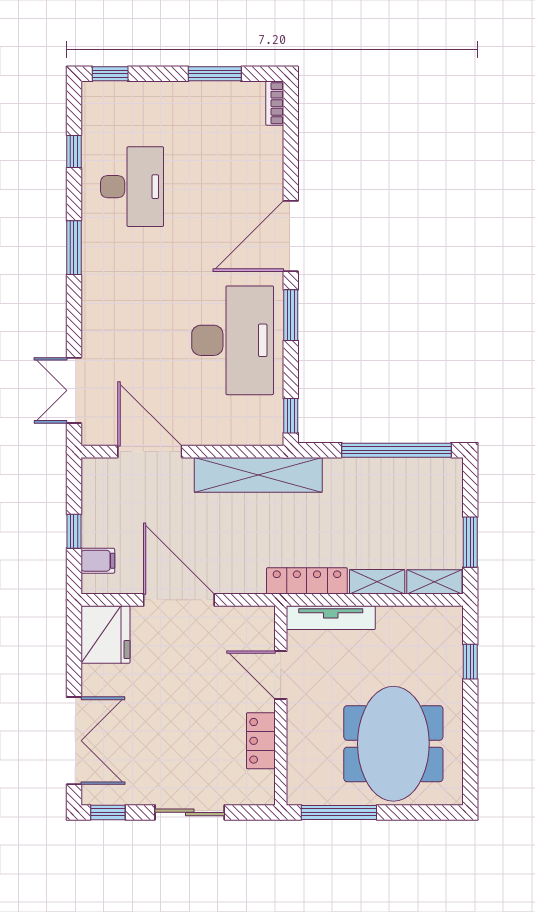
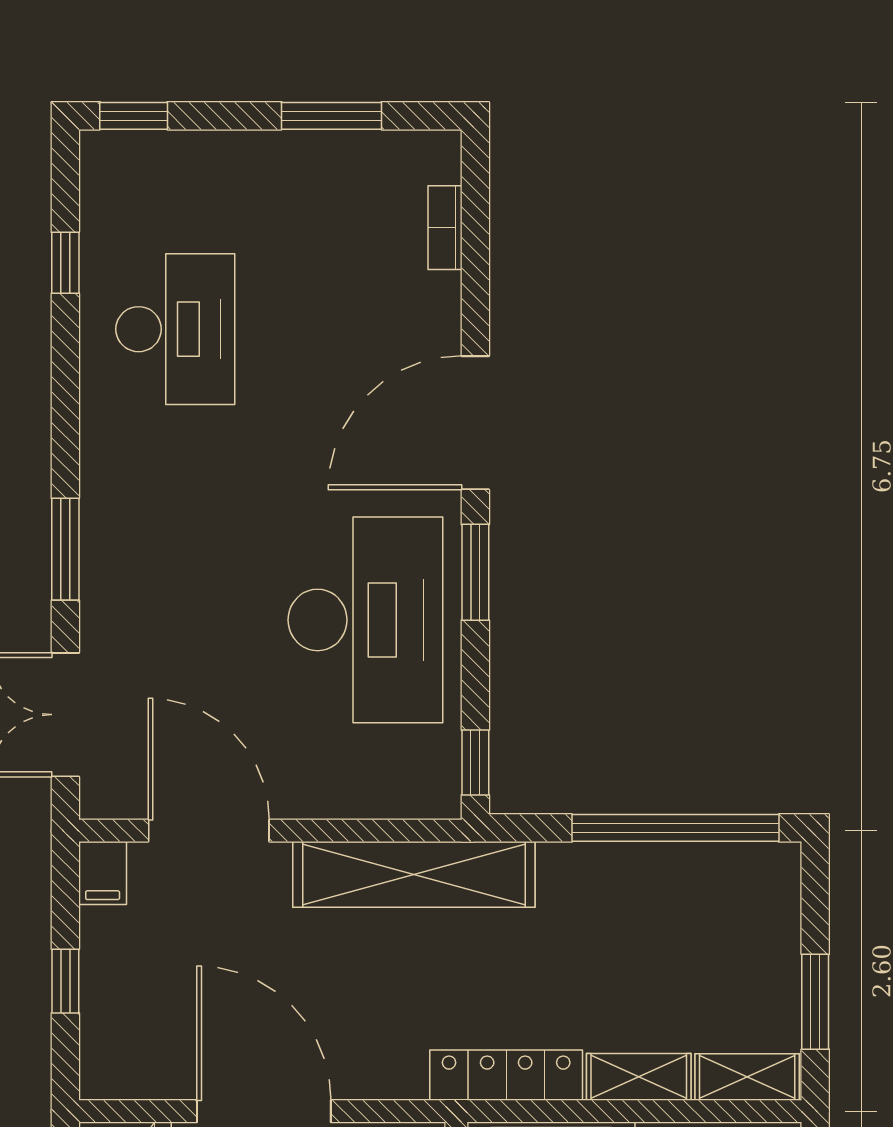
bookcase: (275, 103) -> (445, 228), moved
window: (74, 248) -> (65, 549), moved
filing cabinet: (98, 561) -> (103, 873), moved, turned 90

